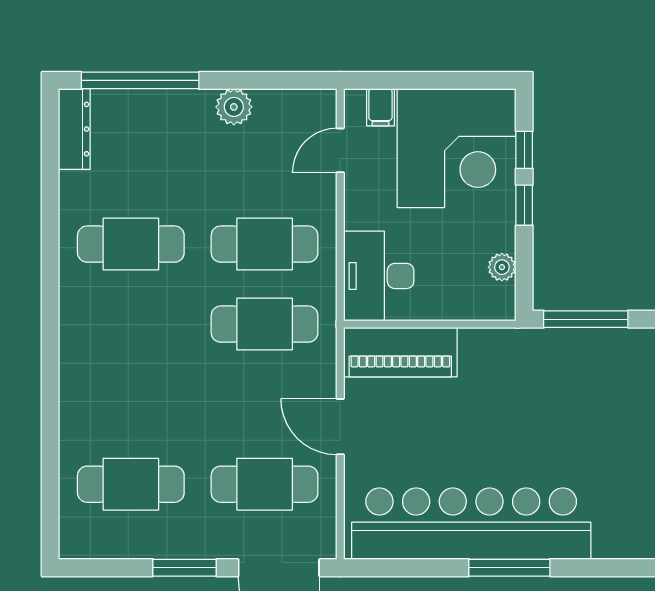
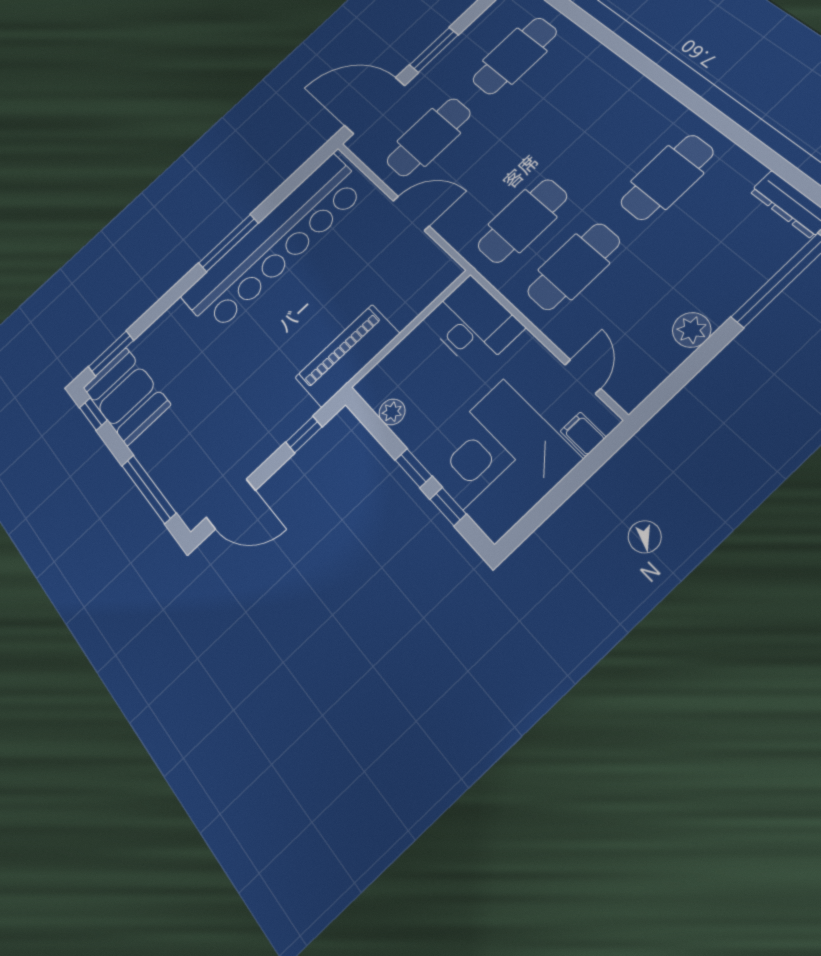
window: (586, 319) -> (304, 435), width x0.46
piano: (400, 352) -> (347, 356), moved

